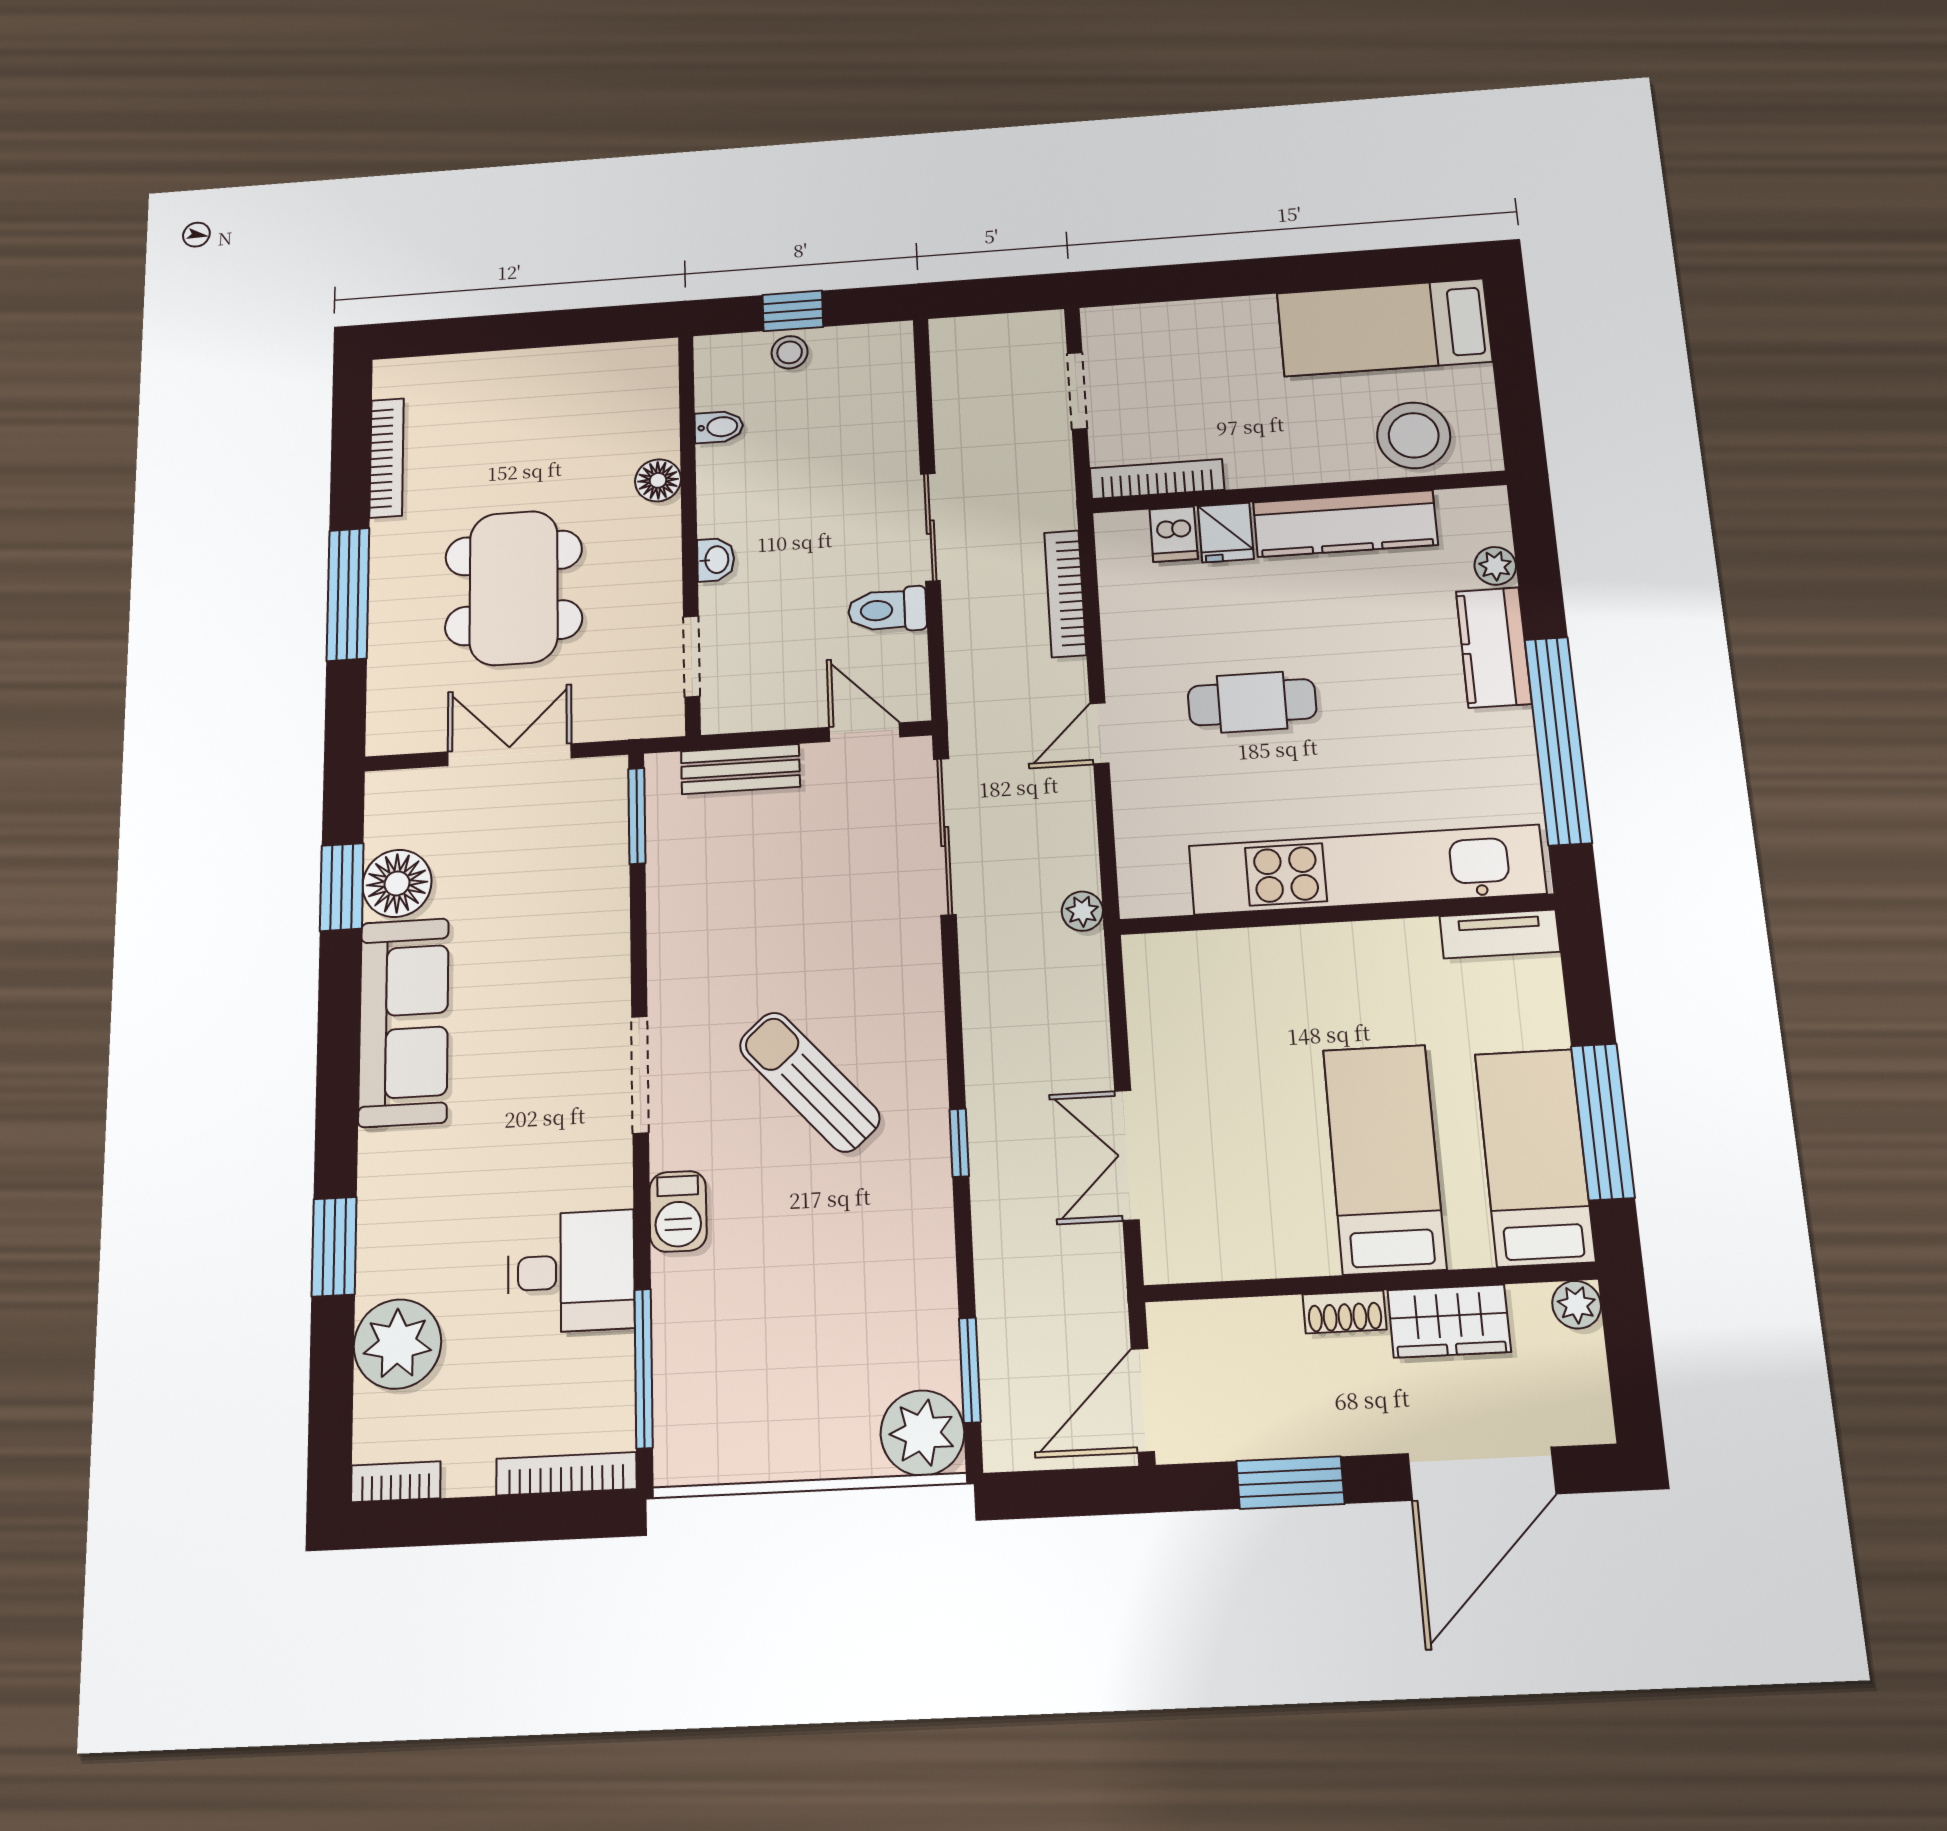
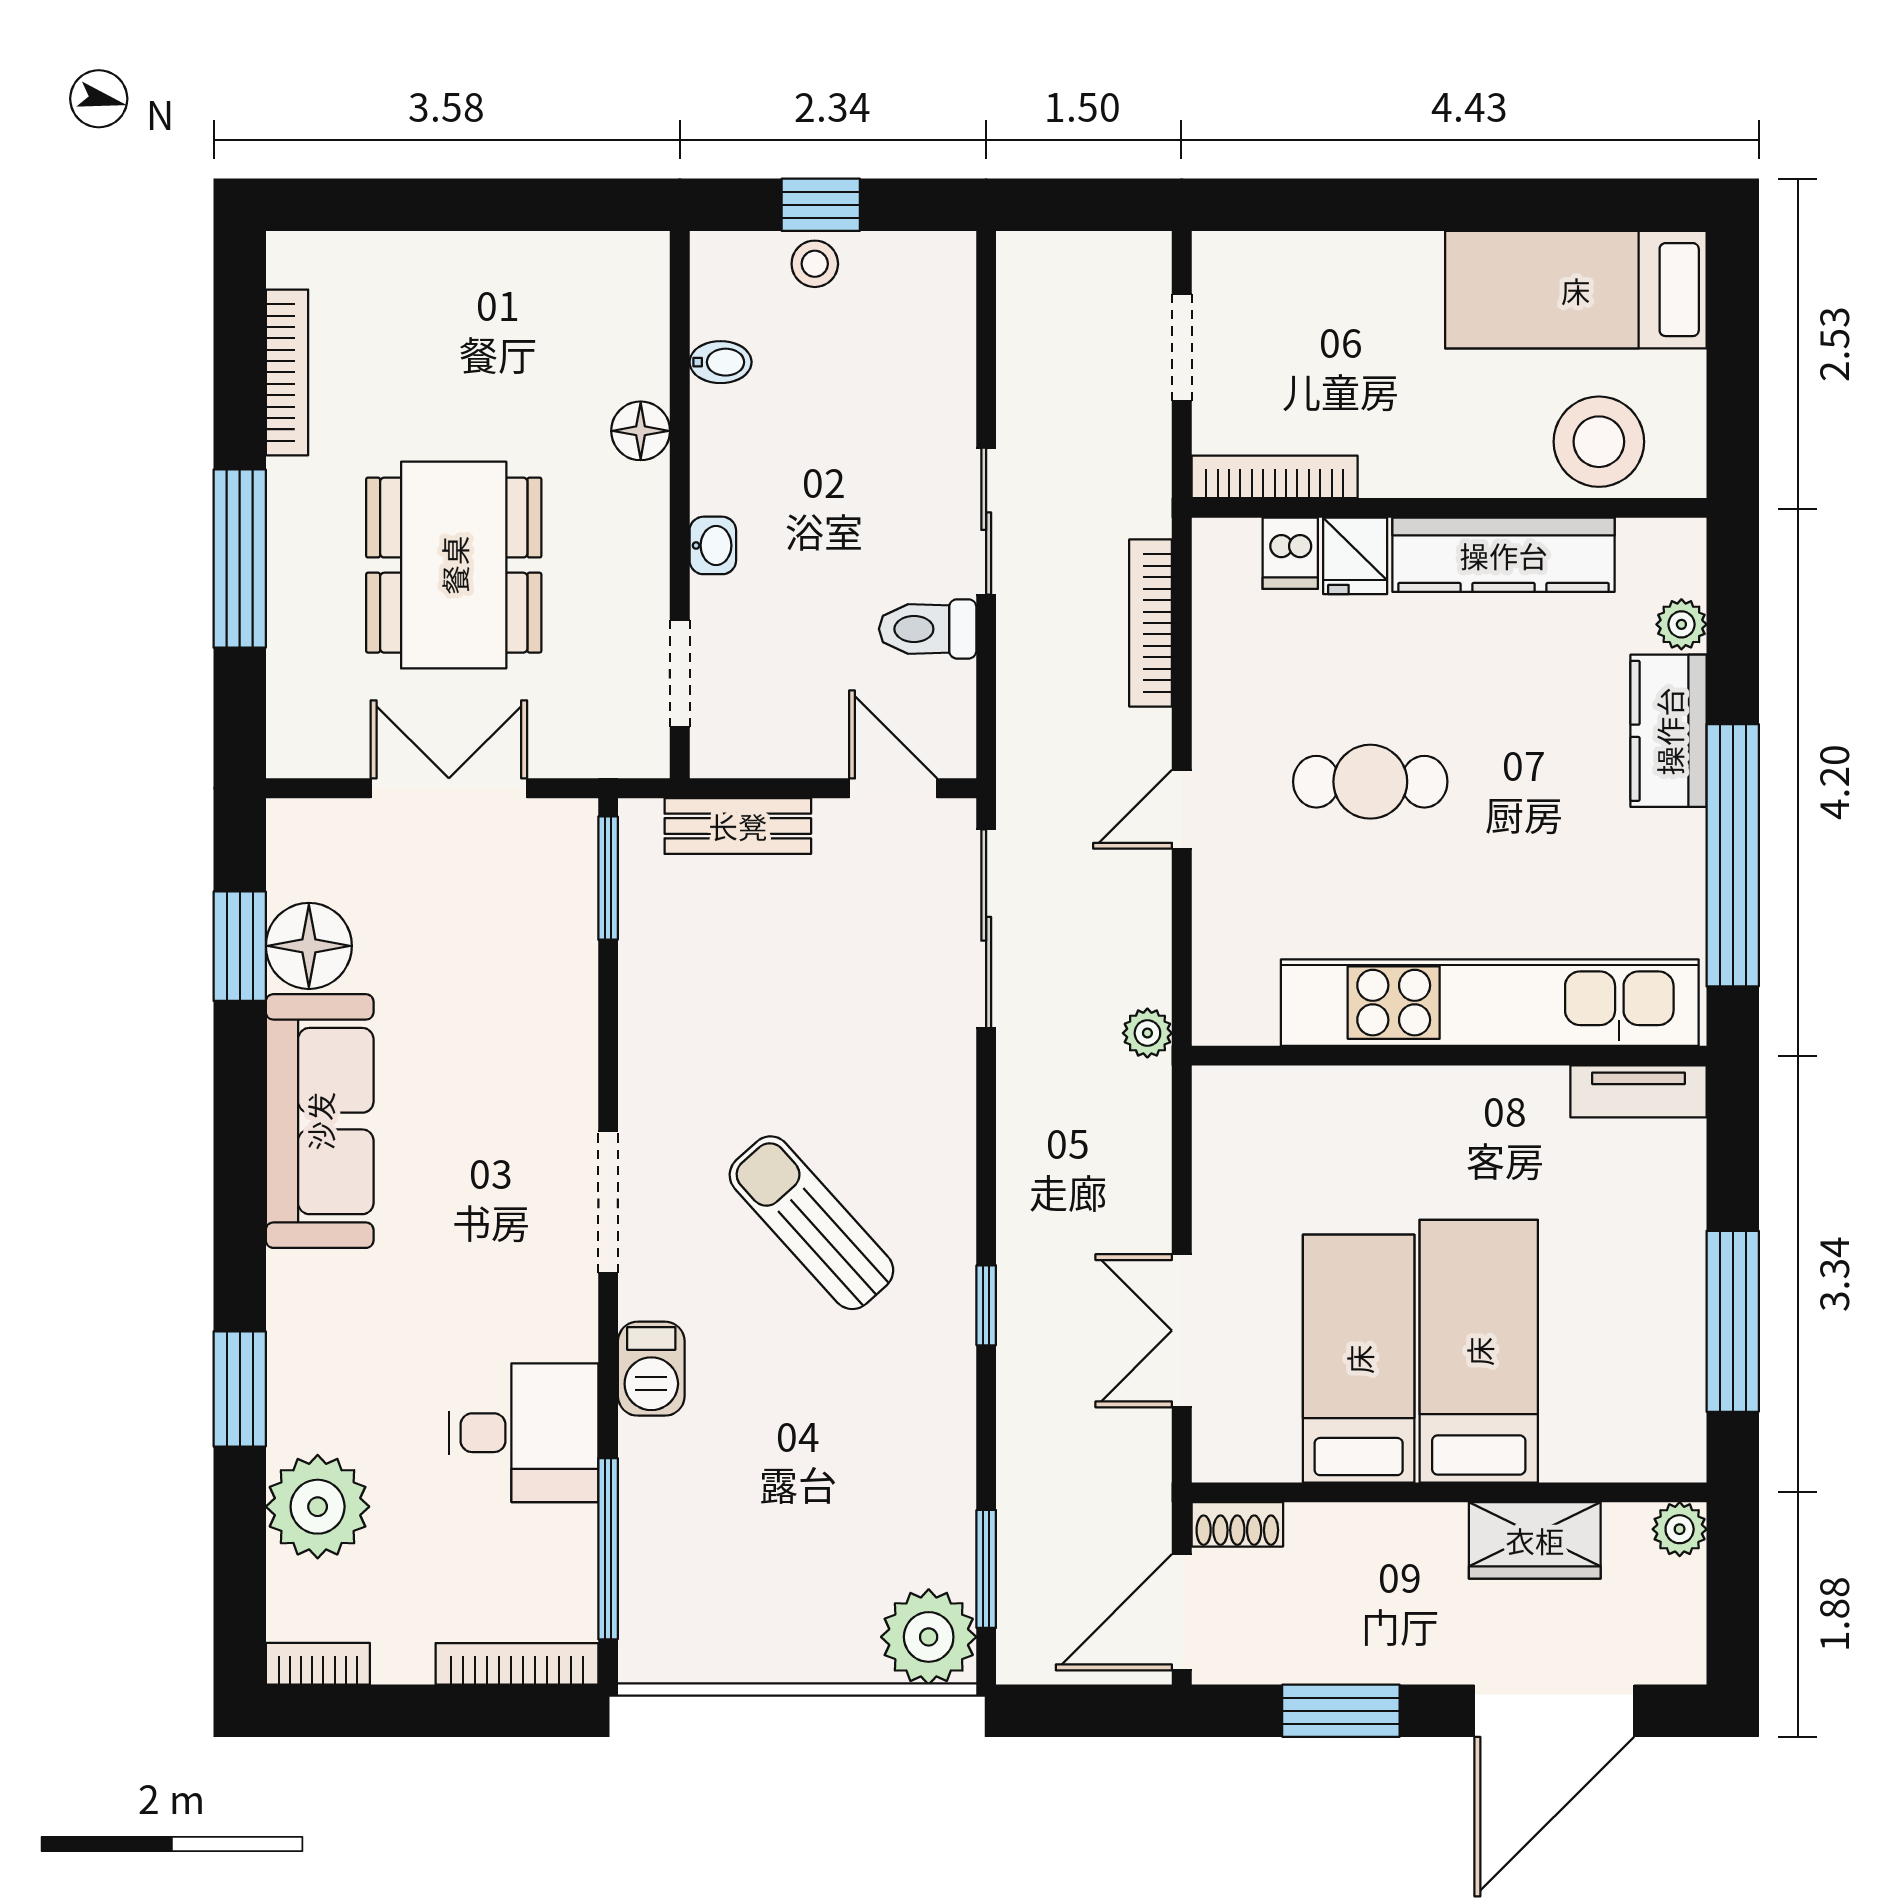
bed: (1535, 1157) -> (1359, 1359), moved
shoe rack: (1345, 1312) -> (1237, 1524), moved

